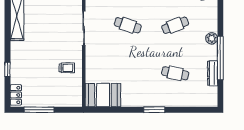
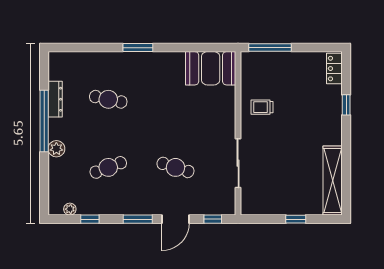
window: (39, 110) -> (270, 48), moved

